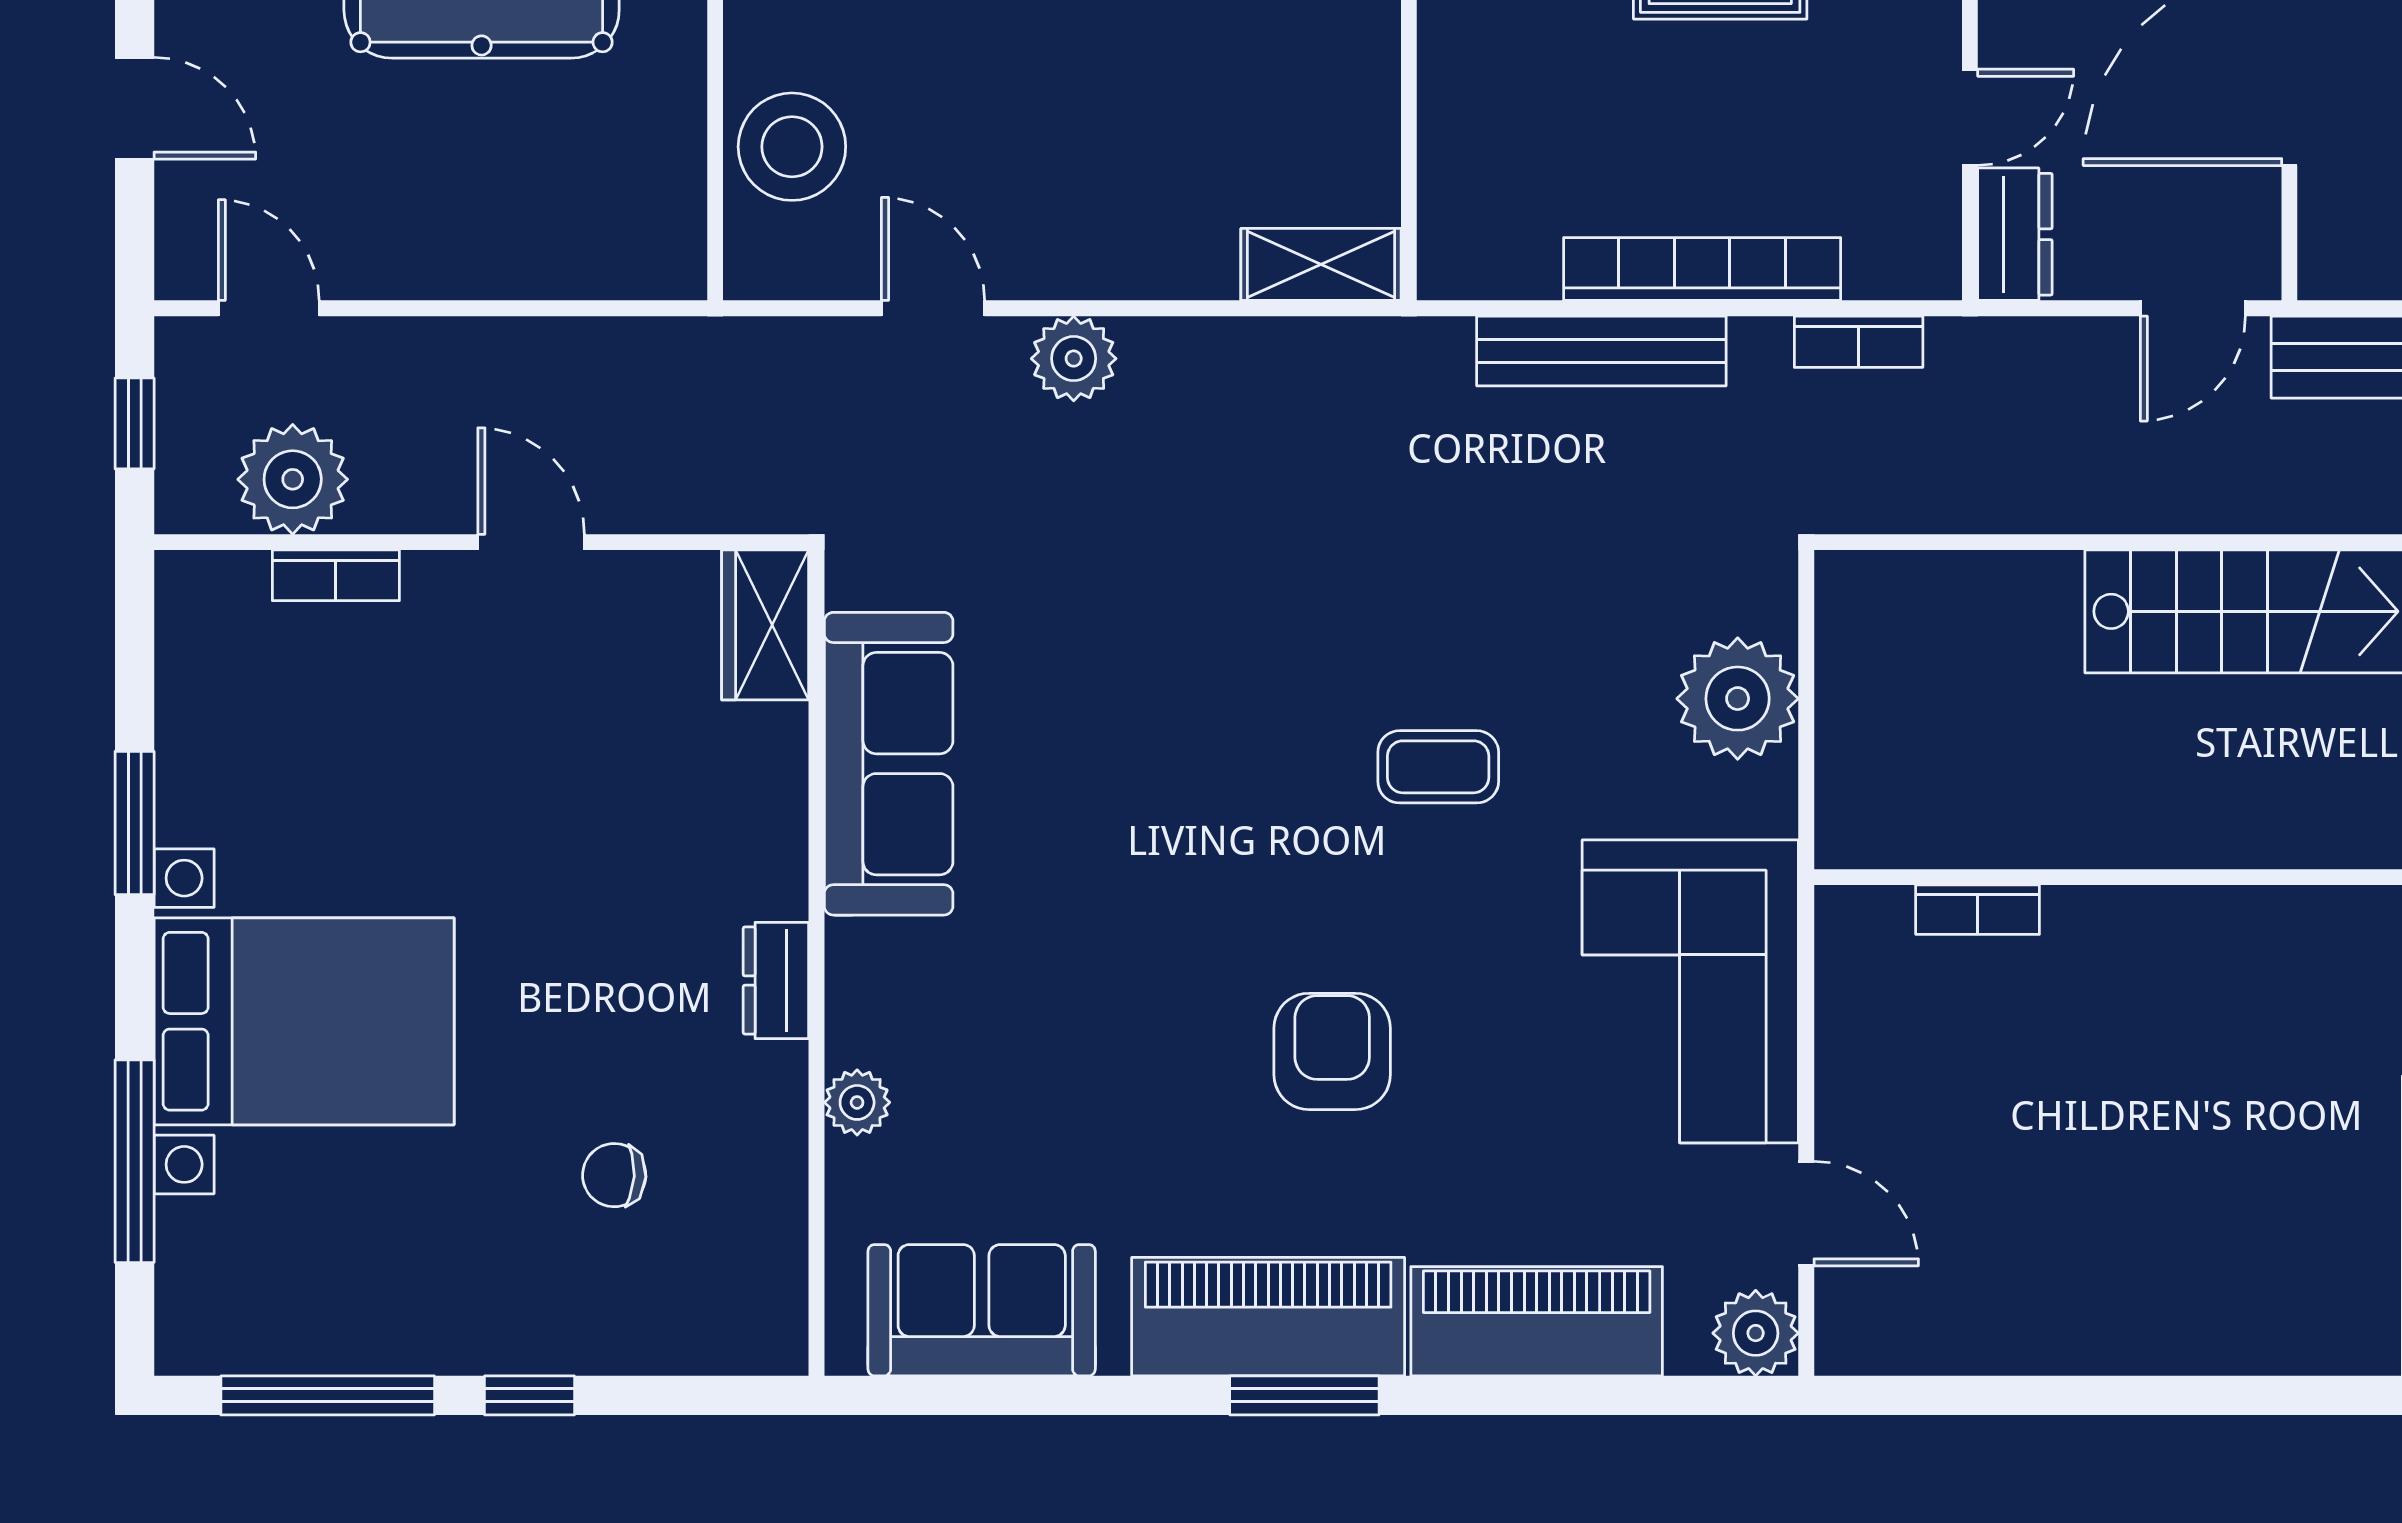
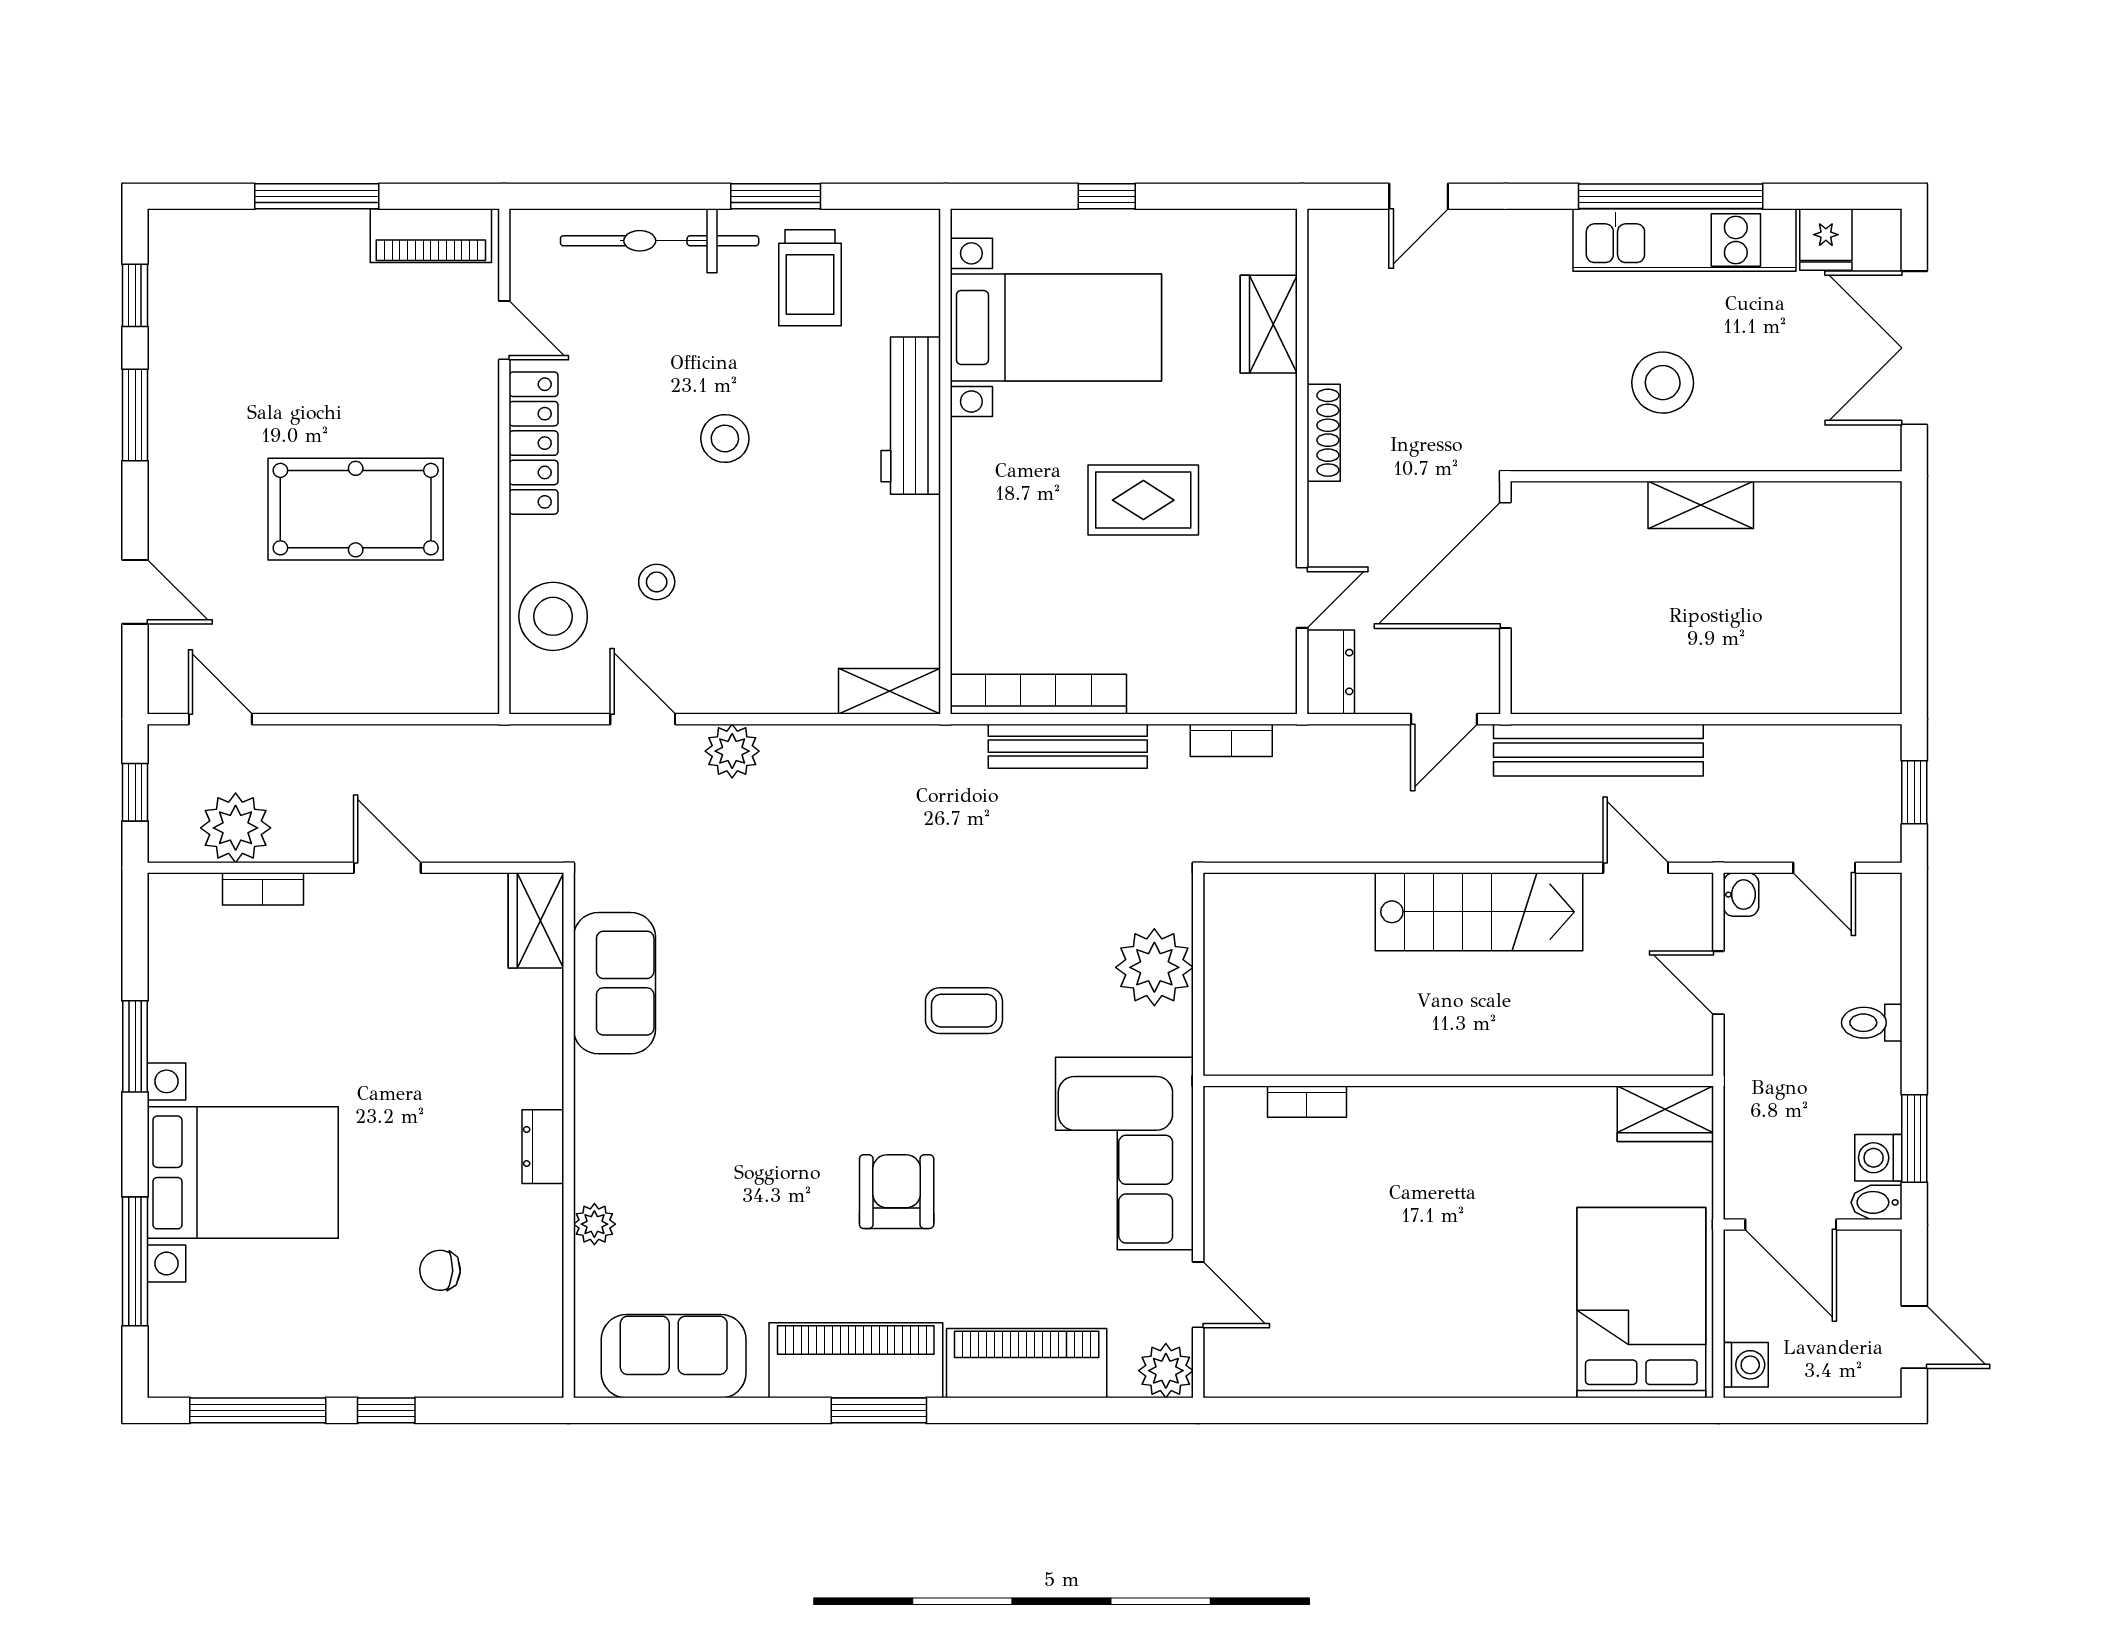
stool: (955, 93) -> (657, 582), added
bookcase: (1702, 269) -> (1038, 694), moved
sofa: (889, 764) -> (615, 983), width x0.73

